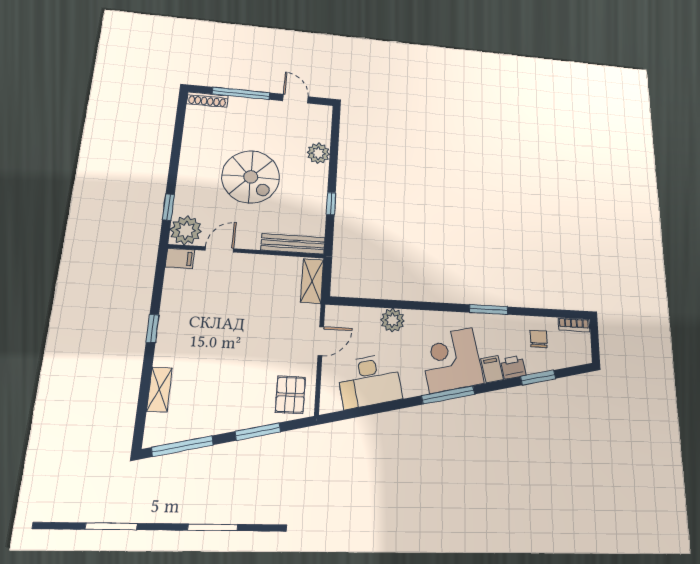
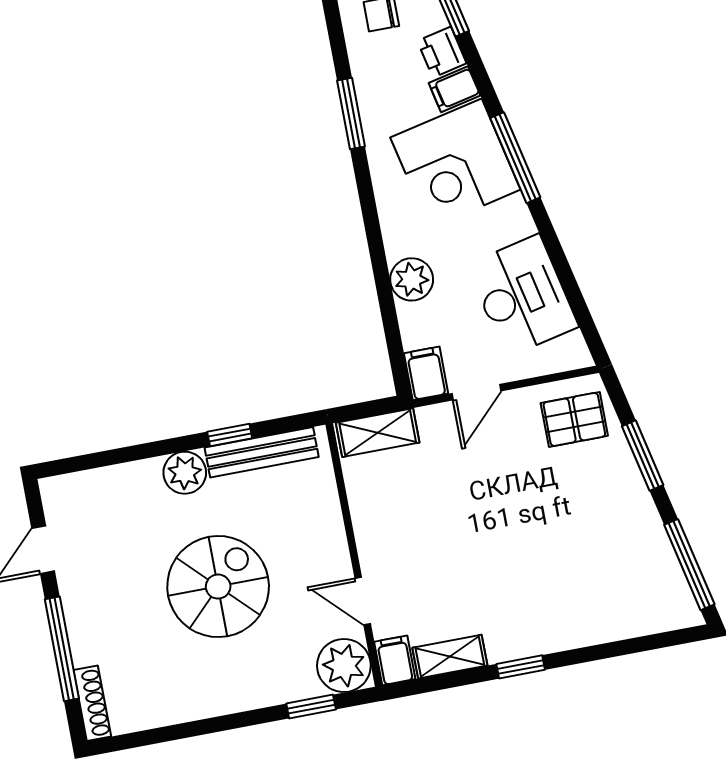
plant: (318, 153) -> (185, 473), moved
bench: (293, 244) -> (262, 452), moved, turned 90
filing cabinet: (338, 316) -> (426, 373), added
door: (321, 341) -> (476, 392), swing flipped
shelving: (159, 389) -> (450, 657), moved

